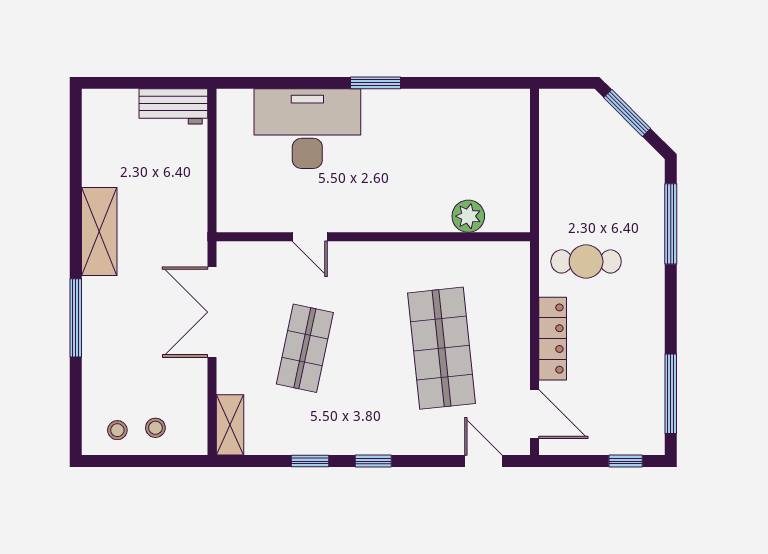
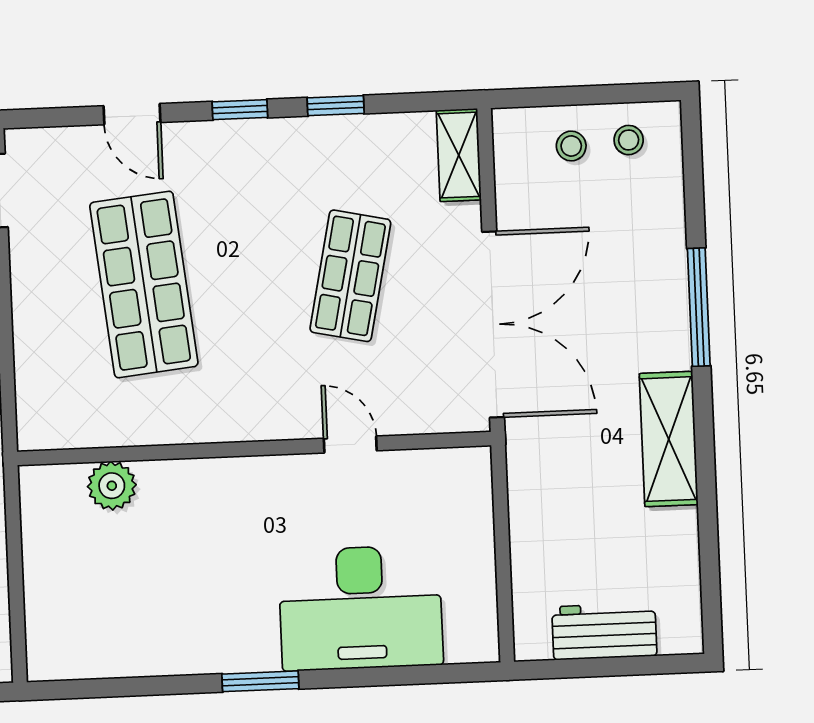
workbench: (173, 106) -> (604, 631), moved
double door: (212, 312) -> (493, 325), width x1.36
door: (483, 461) -> (132, 114), moved

